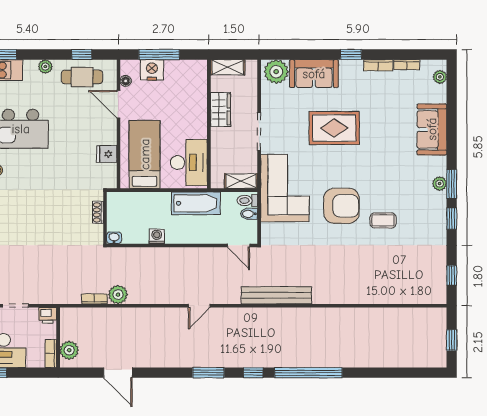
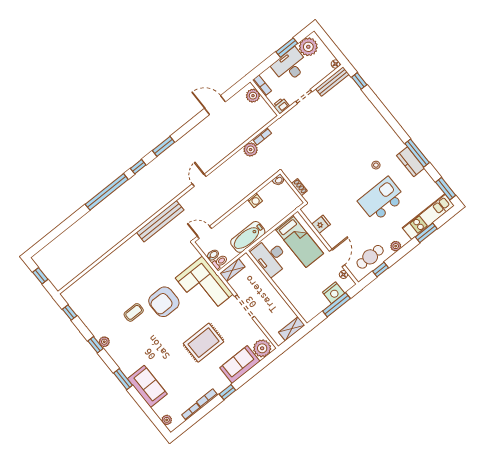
door: (118, 104) -> (337, 258), hinge flipped
wardrobe: (220, 109) -> (277, 301), removed
plant: (440, 184) -> (104, 342), moved
window: (452, 184) -> (123, 379), moved

